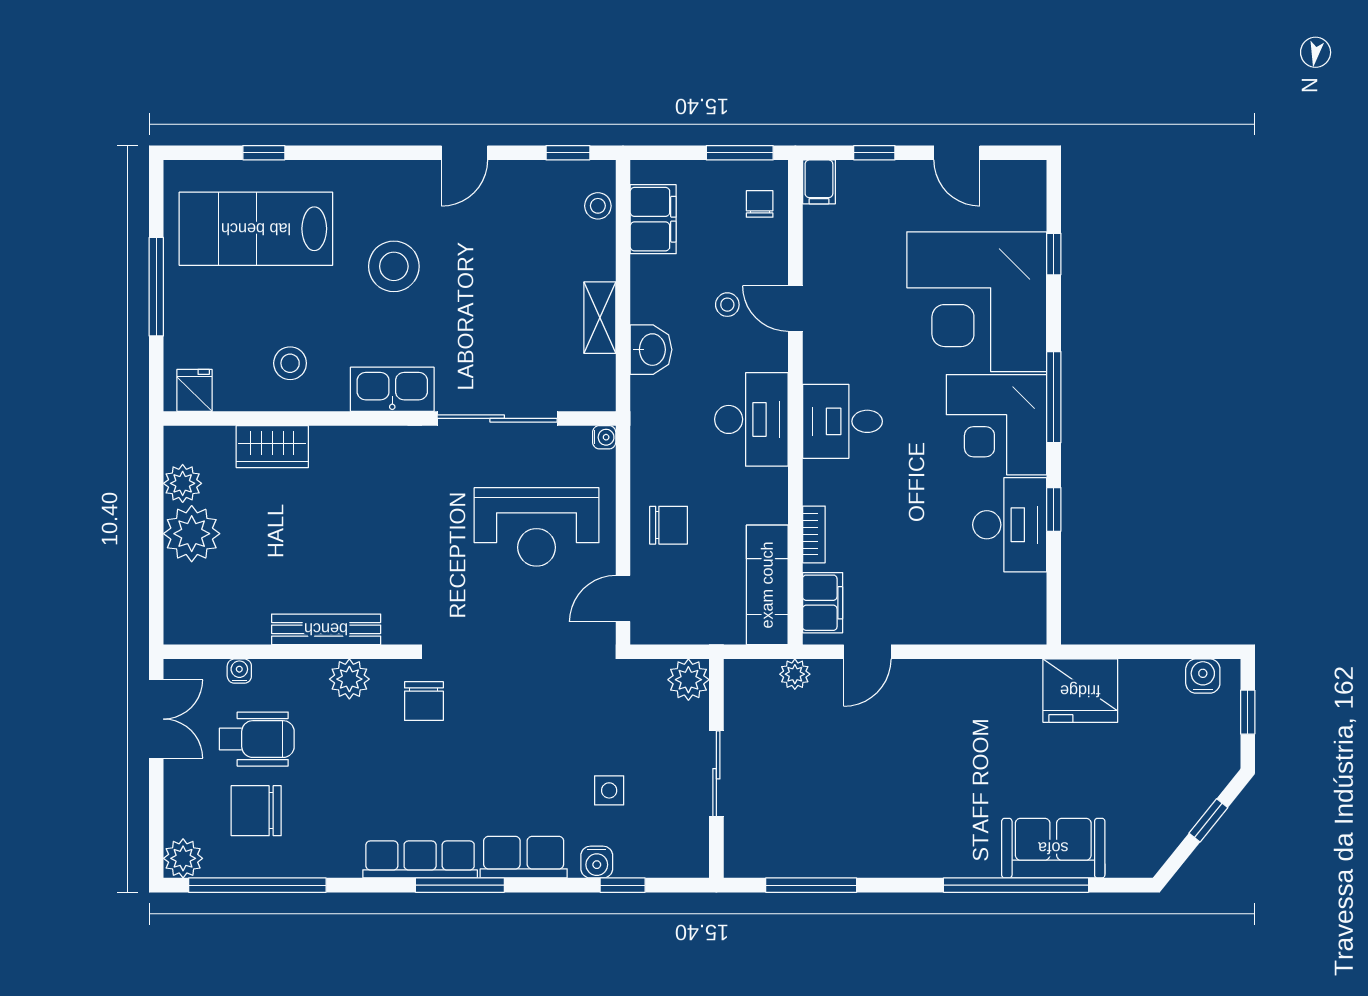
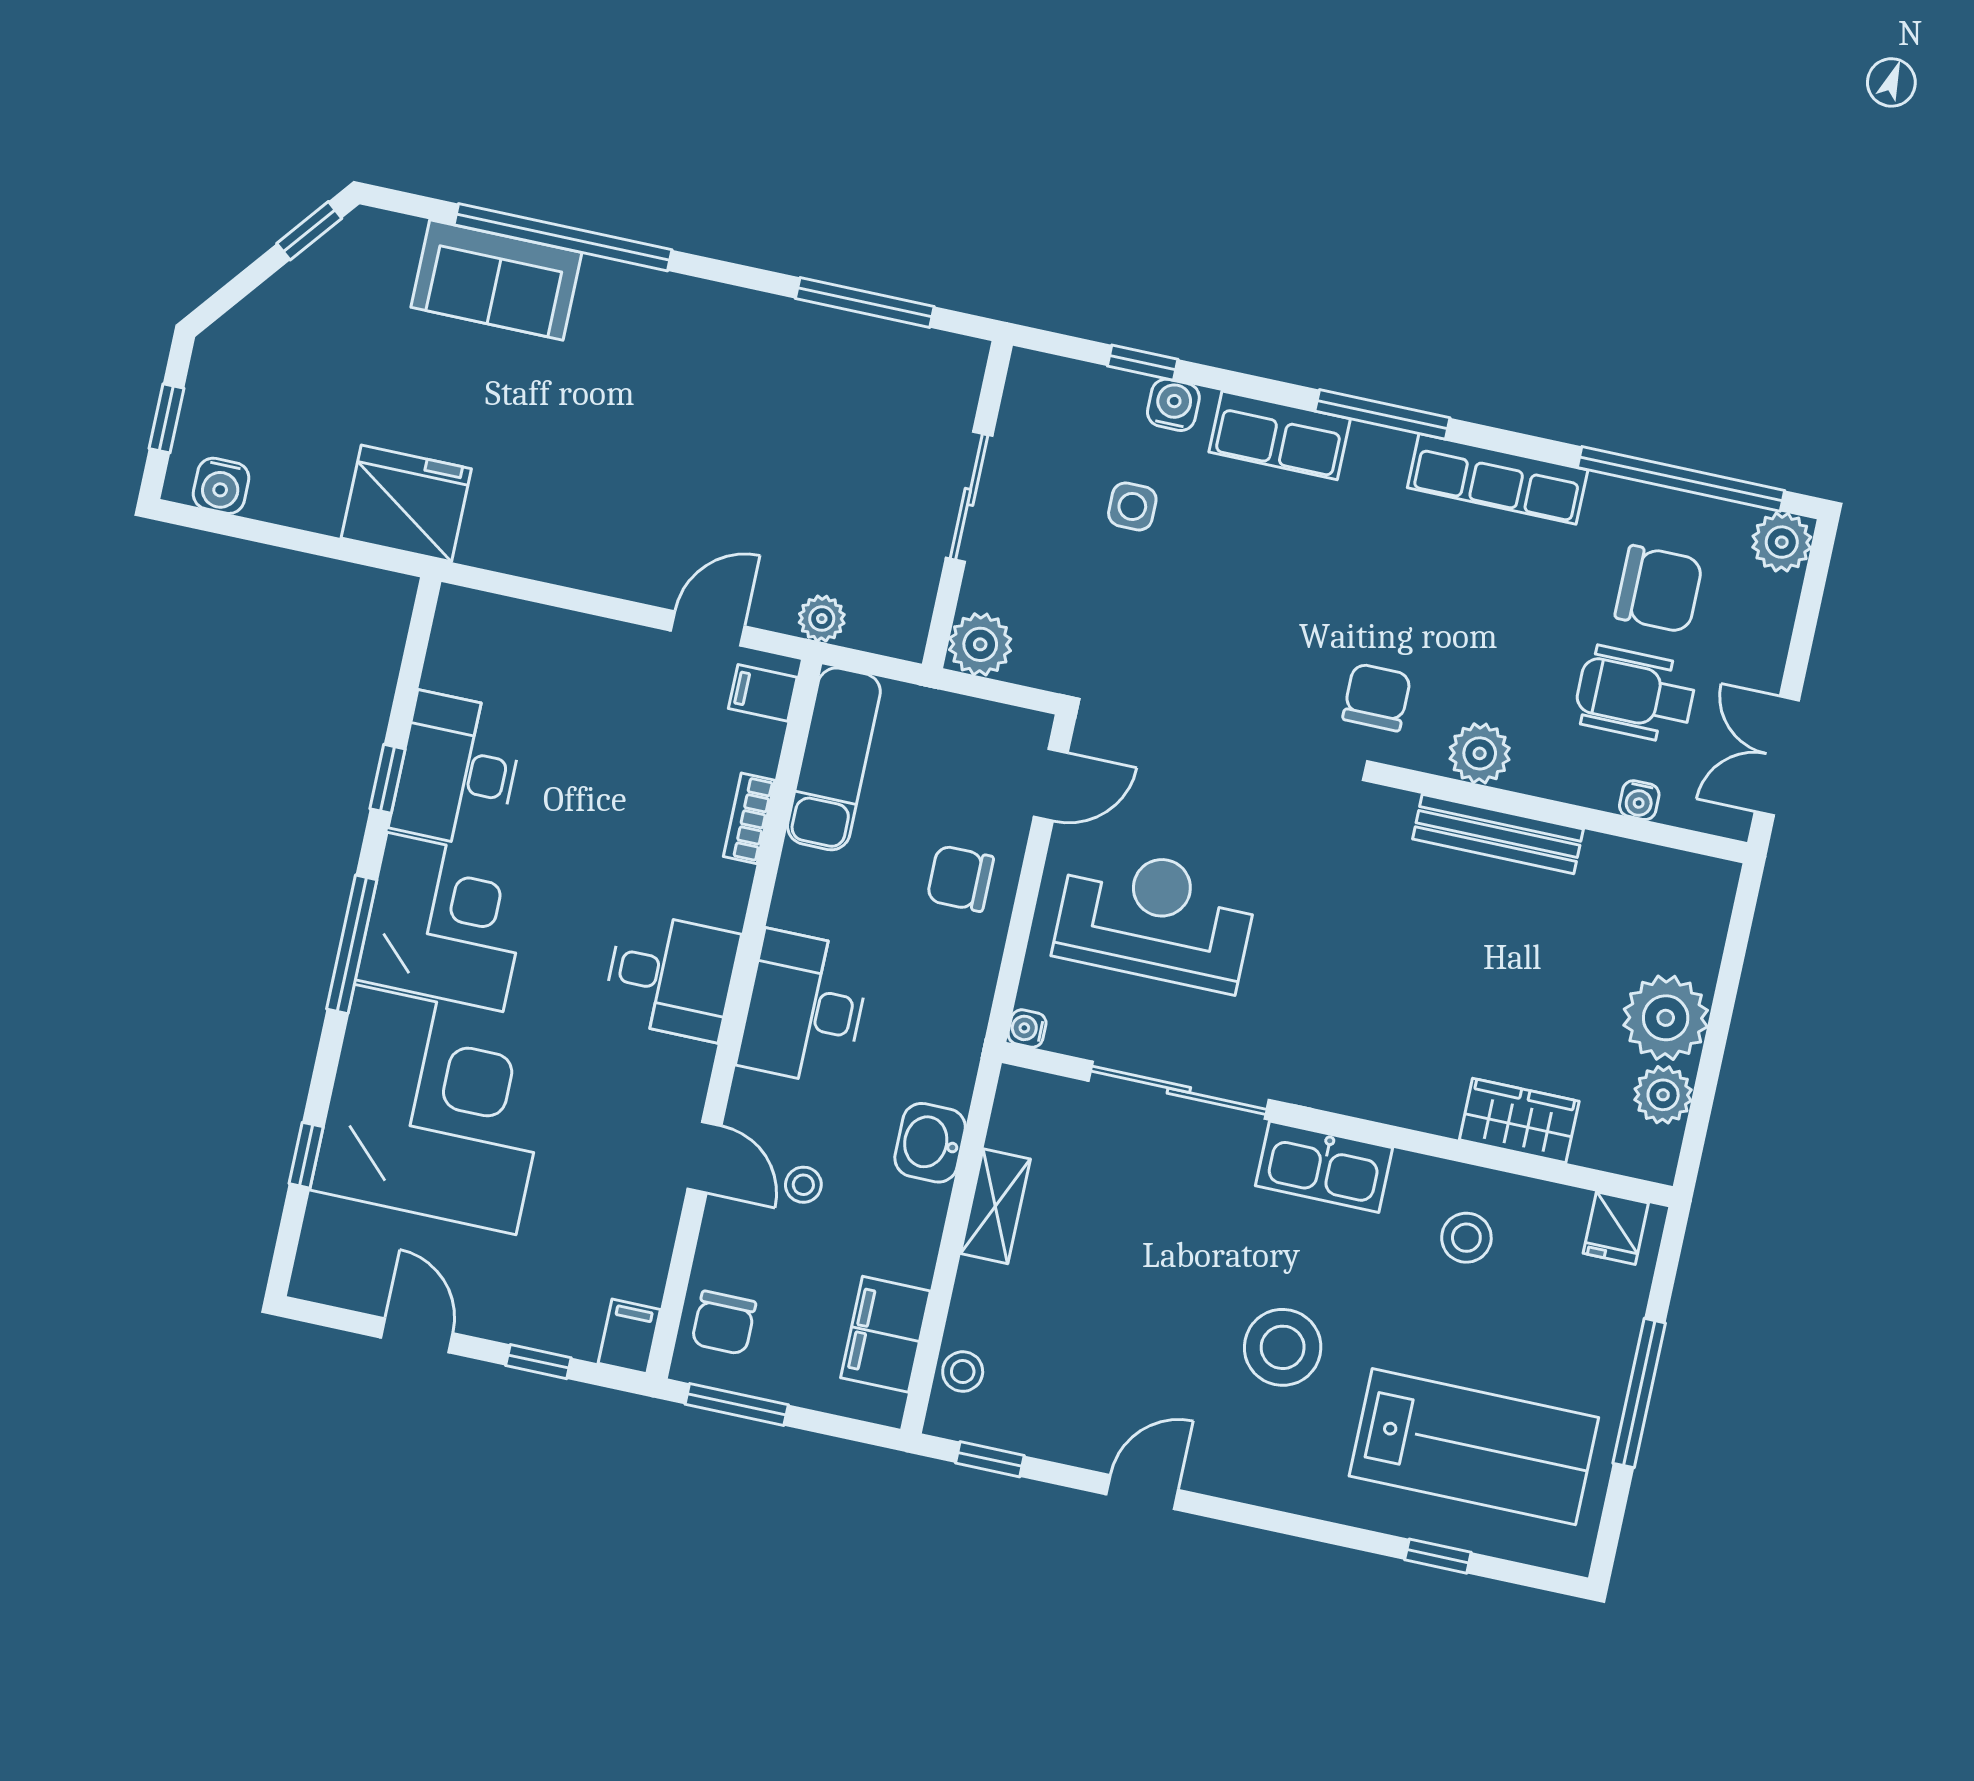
chair: (760, 204) -> (724, 1323), width x1.37, depth x1.37
filing cabinet: (823, 603) -> (763, 693), width x0.50
window: (1208, 820) -> (309, 231), moved
row of seats: (420, 859) -> (1498, 479), moved

